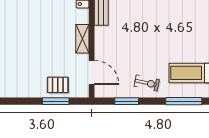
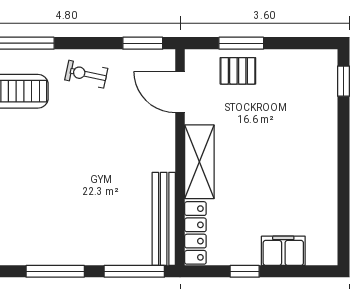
shelving: (82, 39) -> (199, 162), width x1.50, depth x1.33
window: (127, 101) -> (143, 43), moved

